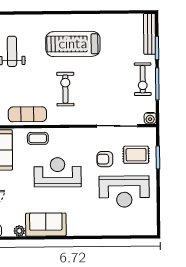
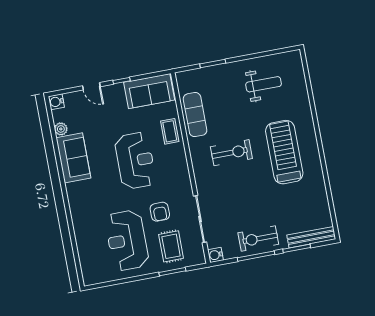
armchair: (105, 159) -> (160, 212), turned 180

